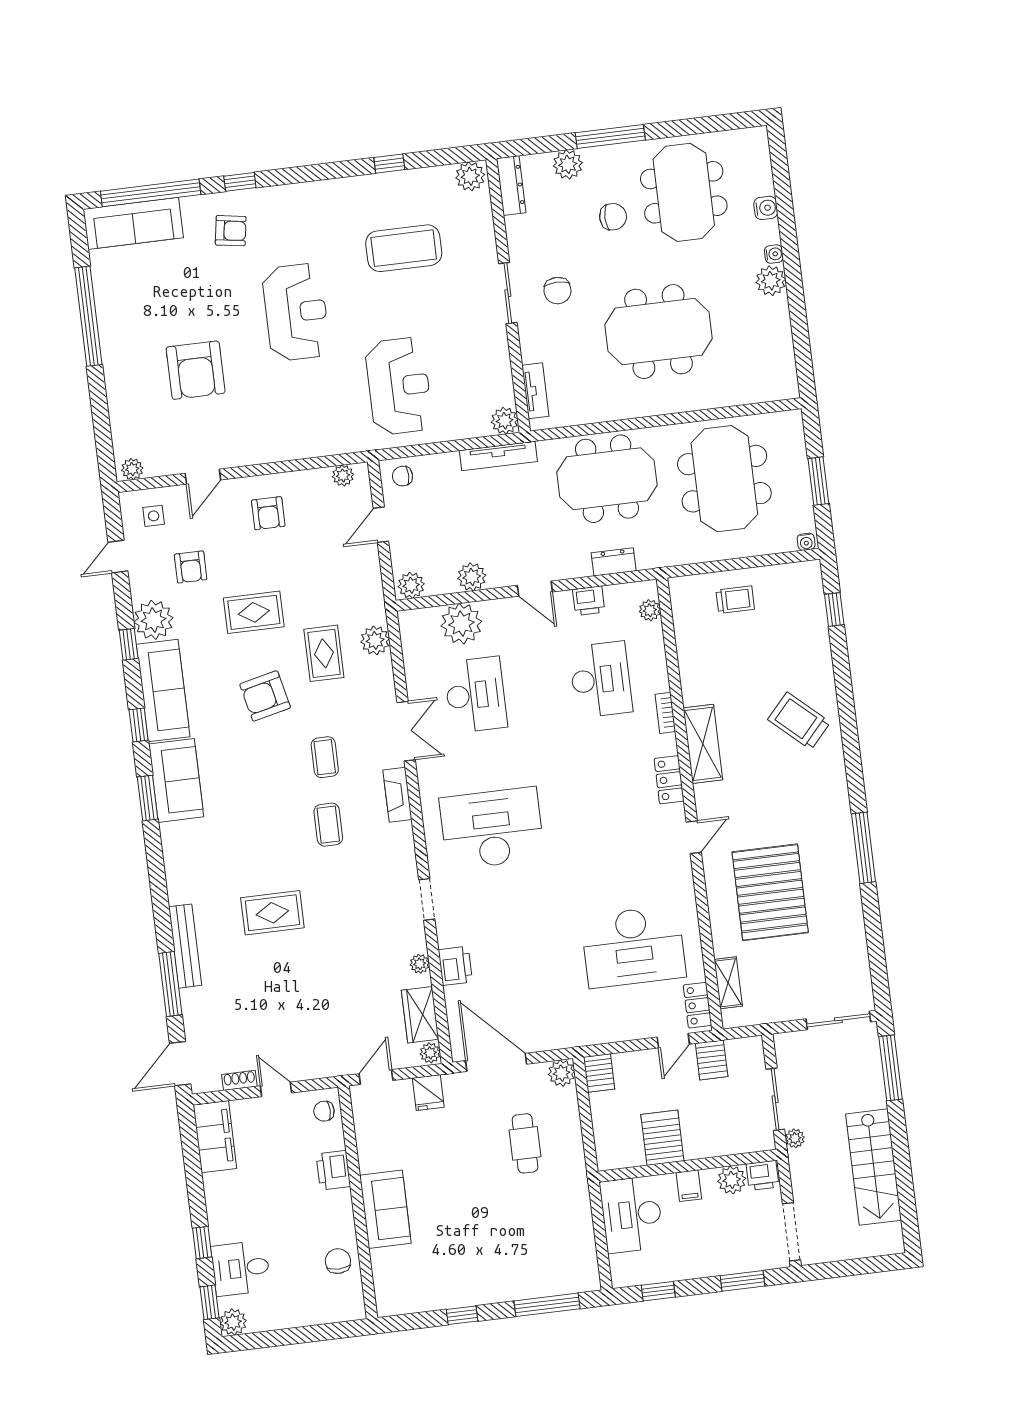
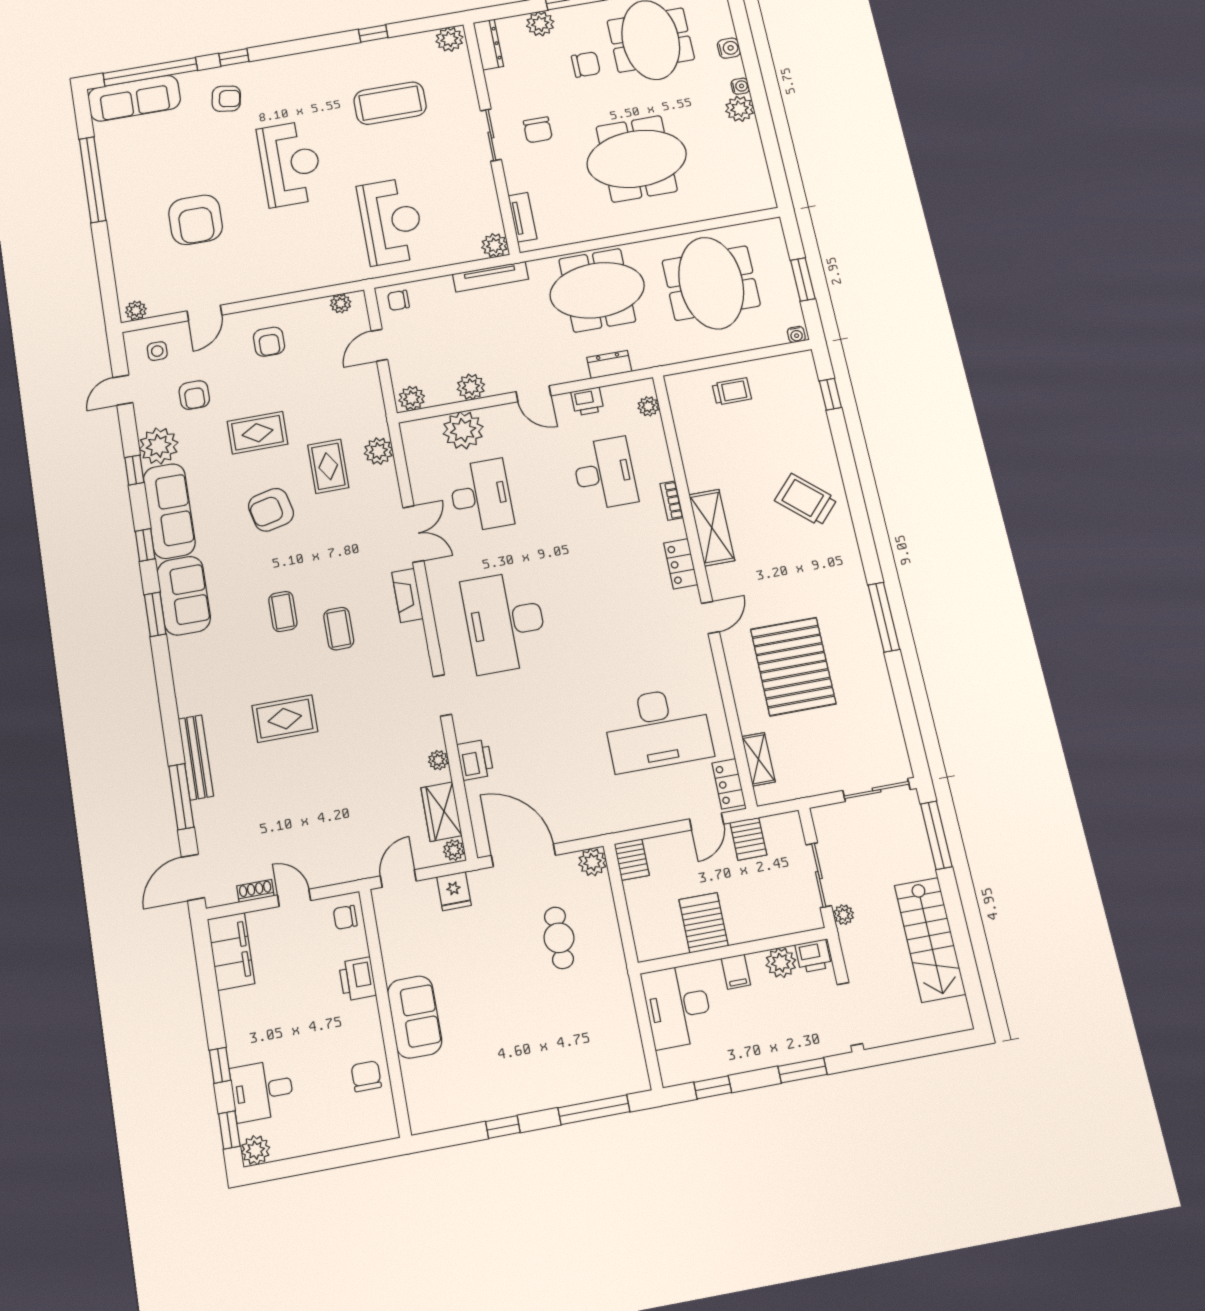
coffee table: (325, 757) -> (283, 611), moved
desk: (492, 828) -> (505, 622), turned -90

